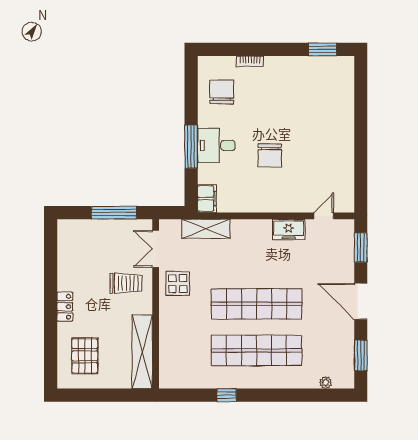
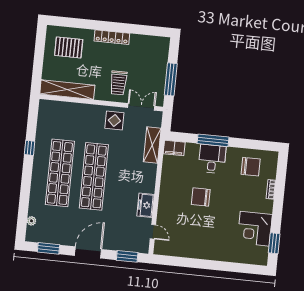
corner desk: (305, 78) -> (255, 229), added
locker: (65, 307) -> (112, 37), width x1.53

